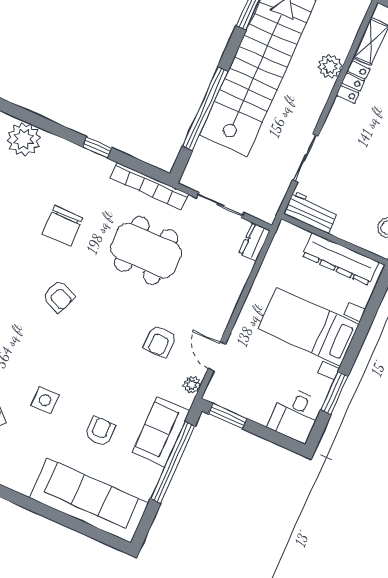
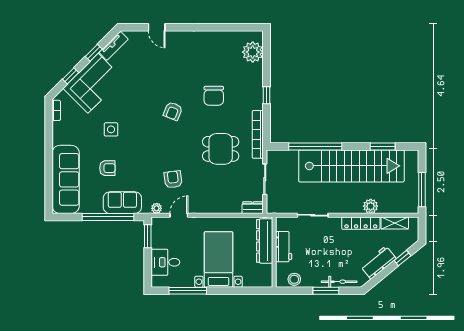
locker: (353, 82) -> (361, 223), width x1.53
workbench: (311, 212) -> (284, 247), moved
chair: (63, 226) -> (214, 96), turned -90
dining table: (146, 251) -> (221, 149), width x0.73
dresser: (340, 259) -> (265, 241), moved
armchair: (160, 341) -> (173, 179), turned 83
window: (334, 393) -> (188, 291), width x1.44
desk: (295, 415) -> (165, 262), moved

